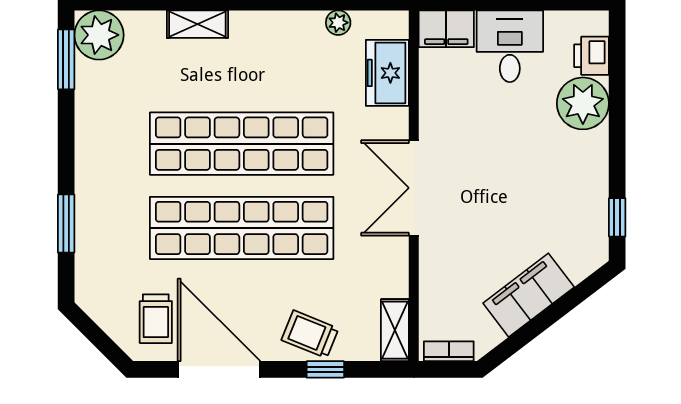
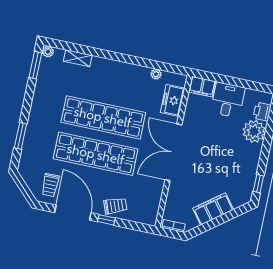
shelving: (197, 24) -> (78, 58), moved
plant: (99, 35) -> (48, 52), width x0.53, depth x0.53
double door: (414, 188) -> (173, 152), width x1.36
shelving: (395, 330) -> (152, 212), removed
trolley: (310, 334) -> (115, 206), turned 137
window: (325, 369) -> (106, 220), moved

